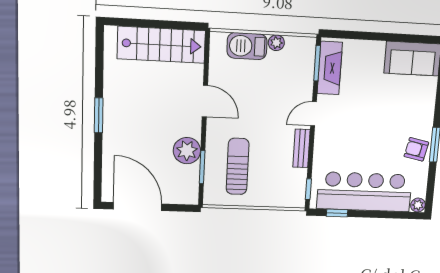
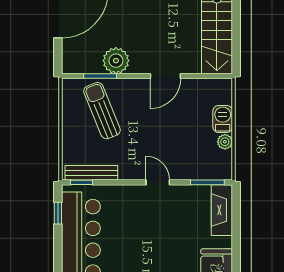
barbecue: (247, 46) -> (223, 119), width x0.73, depth x0.79
fireplace: (330, 68) -> (222, 210), moved, turned 90
bench: (301, 148) -> (91, 173), moved, width x1.36
sun lounger: (238, 166) -> (102, 111), turned -112

